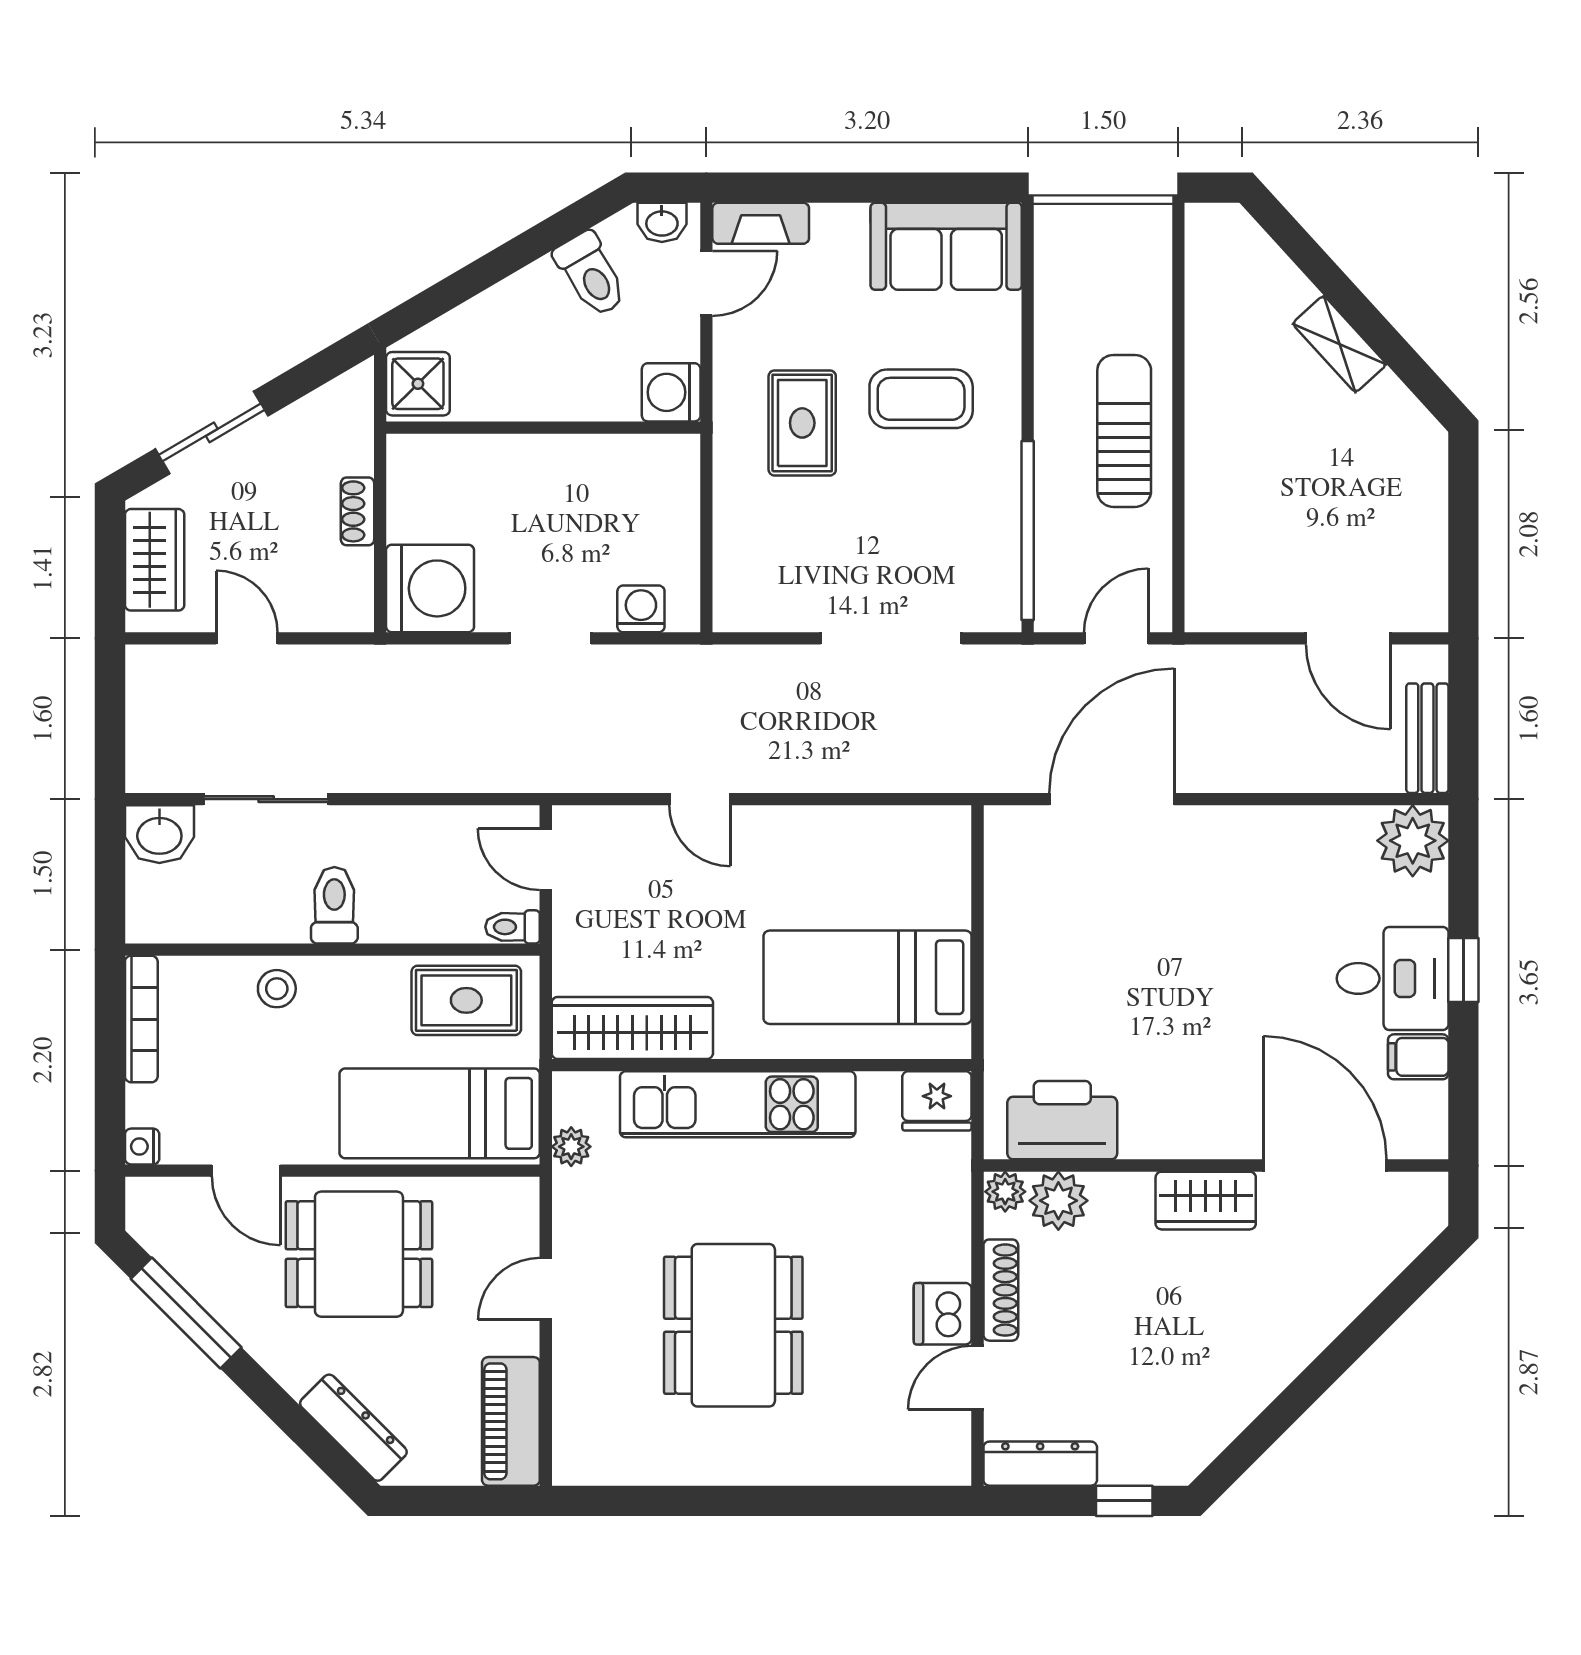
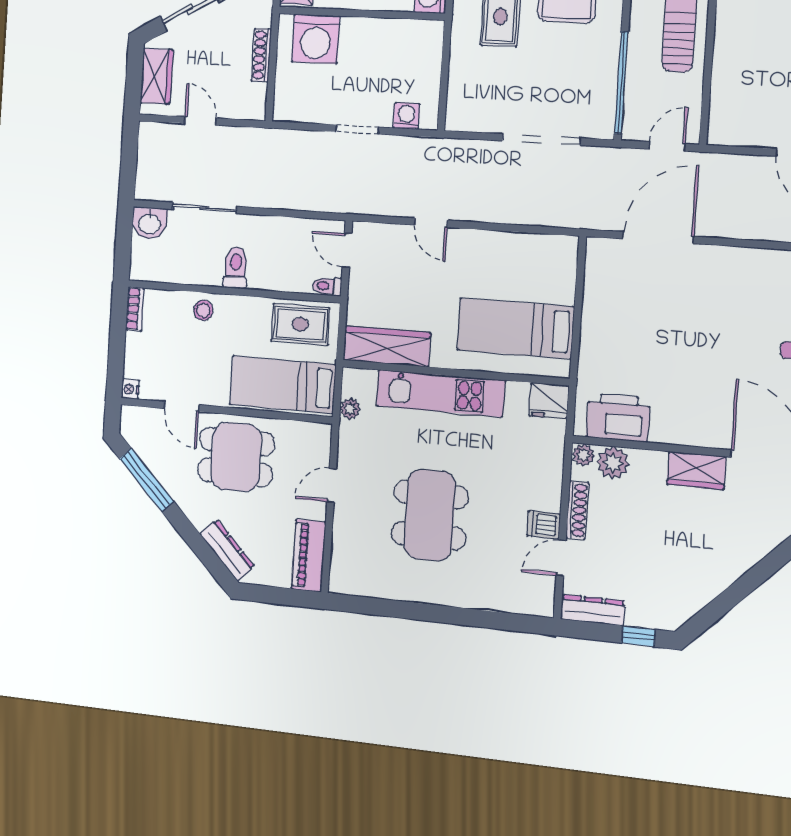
shoe rack: (358, 511) -> (261, 55), width x1.43
washing machine: (430, 588) -> (316, 39), moved, turned 90
bookcase: (141, 1019) -> (135, 309), width x0.64
dishwasher: (943, 1314) -> (544, 525), width x0.73

